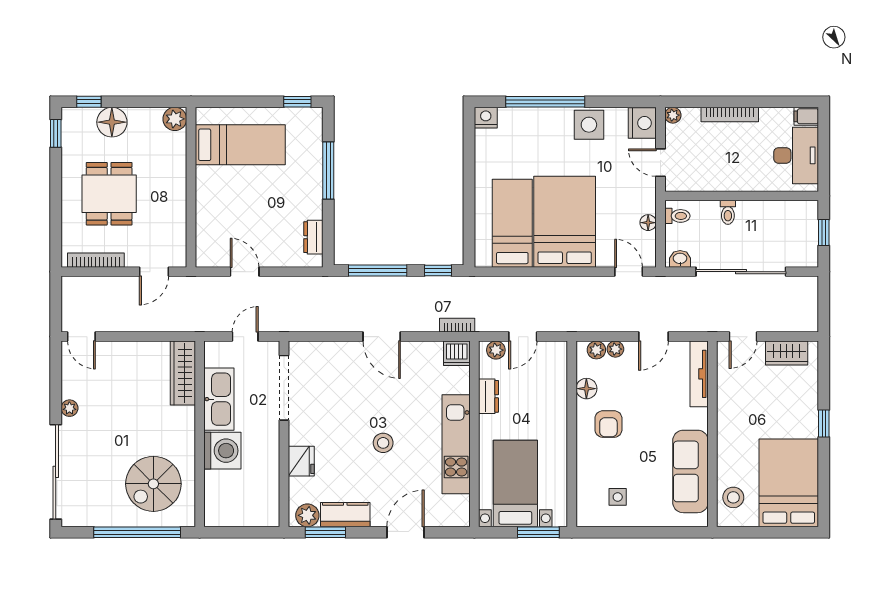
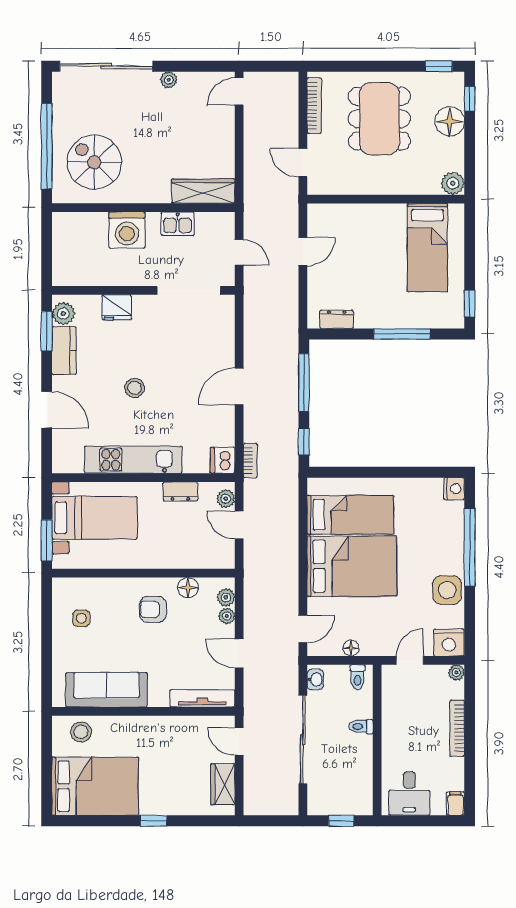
desk: (796, 155) -> (409, 794), width x0.73
dining table: (109, 194) -> (379, 119), width x1.37
kitchen sink: (219, 399) -> (178, 224), width x0.53, depth x0.81

